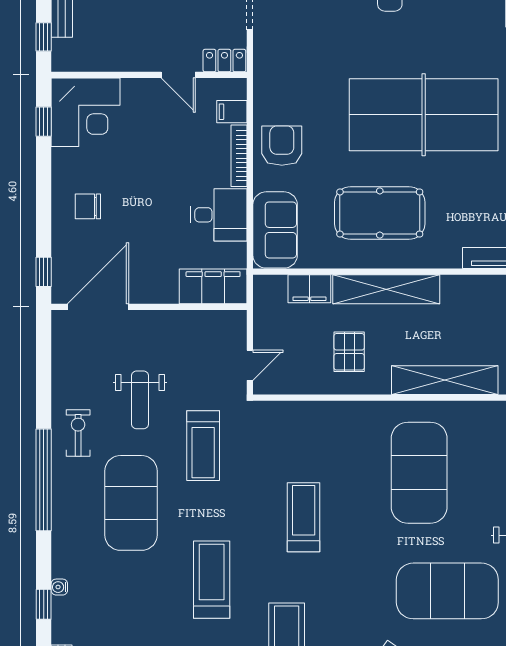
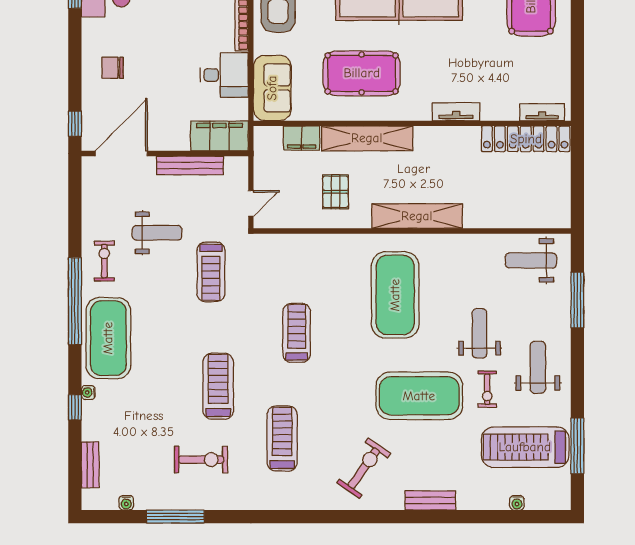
bench: (179, 321) -> (190, 165), added
weight bench: (140, 400) -> (157, 233), turned -90
exercise mat: (131, 503) -> (108, 338), moved

